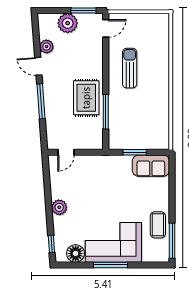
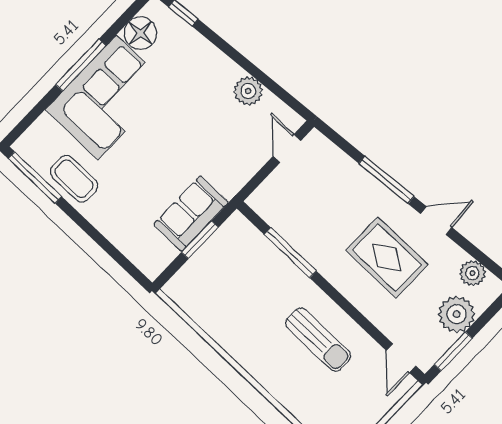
plant: (47, 47) -> (473, 273), moved
rug: (86, 98) -> (387, 257), moved
sofa: (151, 166) -> (191, 214), moved
plant: (59, 207) -> (248, 91), moved

